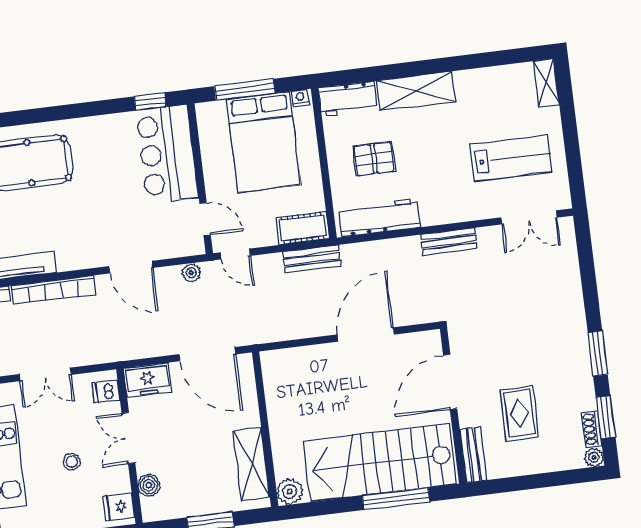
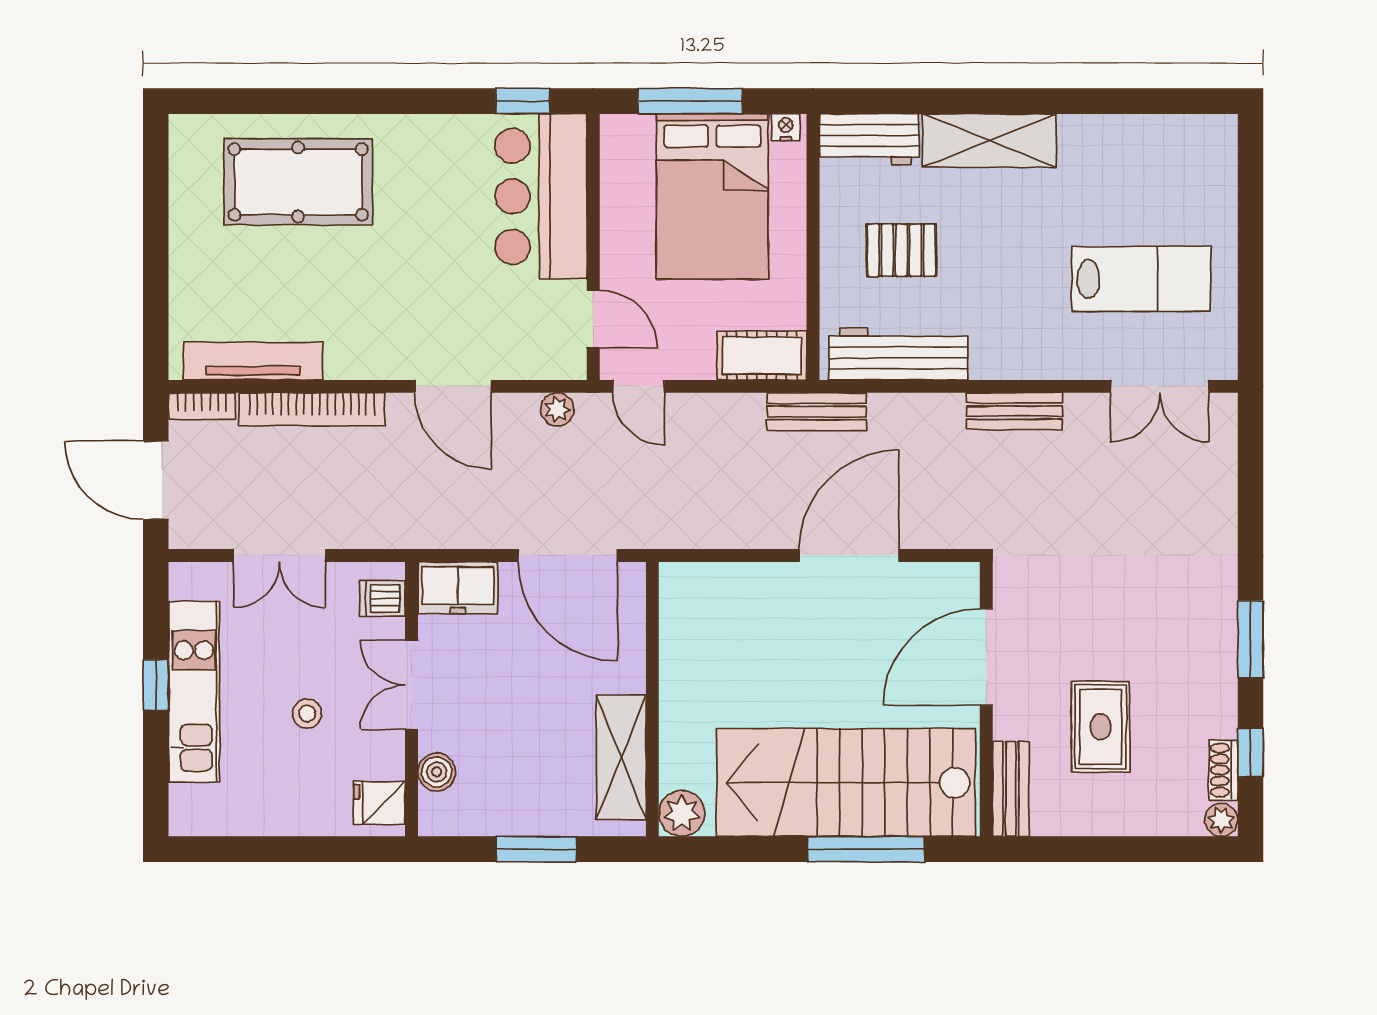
shelving: (546, 83) -> (1219, 154), removed
bench: (312, 259) -> (817, 412), moved
window: (606, 417) -> (1250, 752), width x0.67

